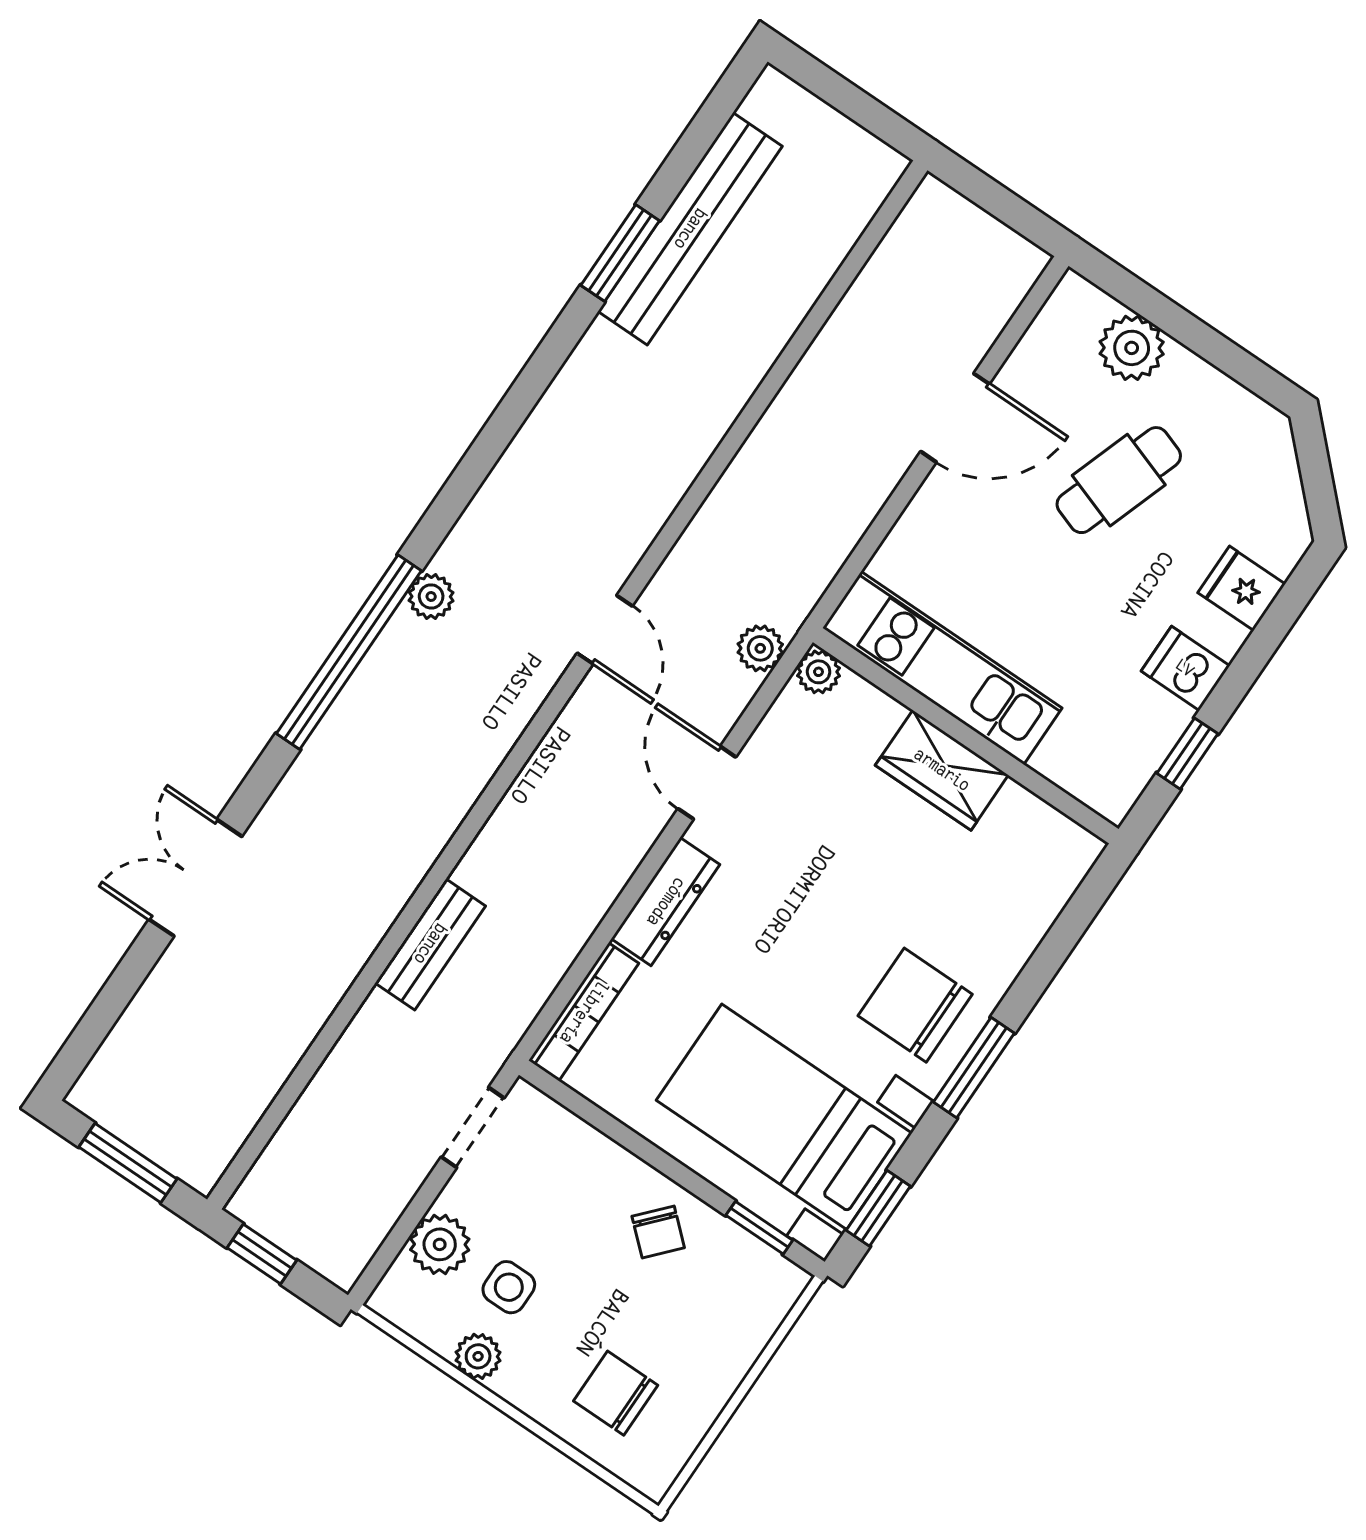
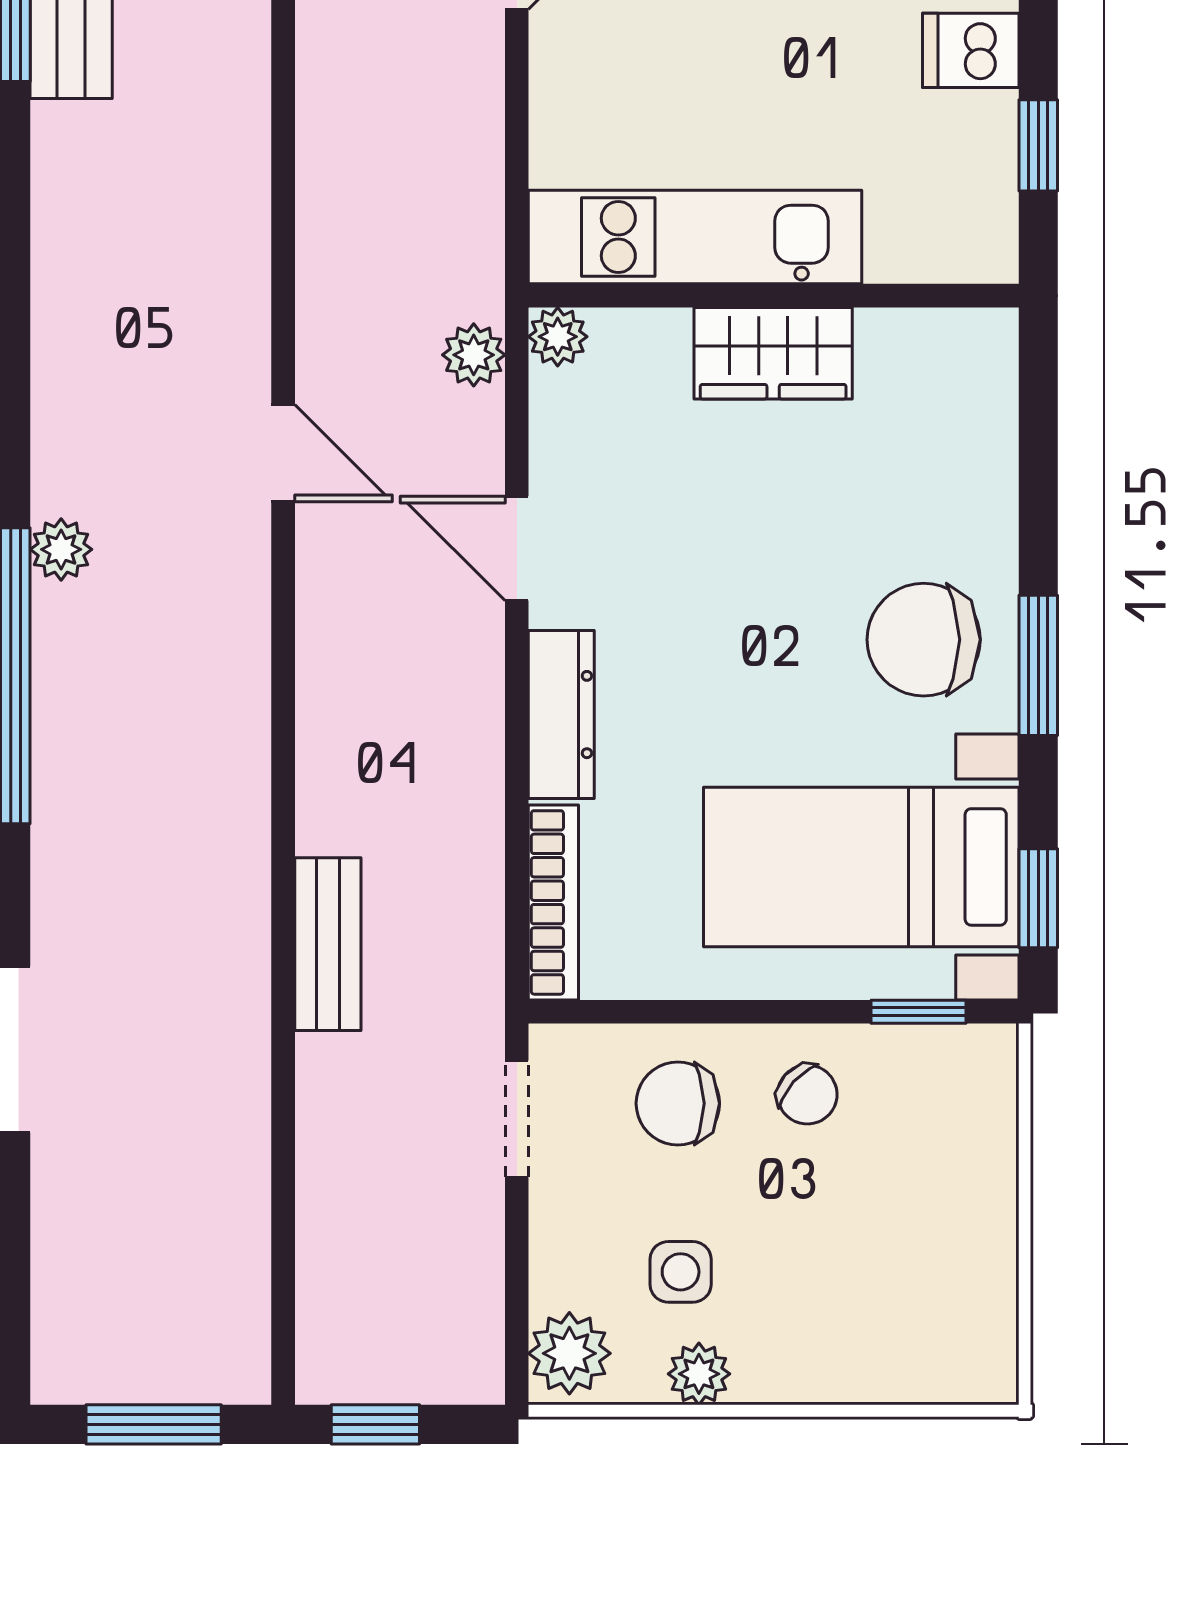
plant: (440, 1244) -> (569, 1353), moved
chair: (616, 1393) -> (678, 1103), moved

